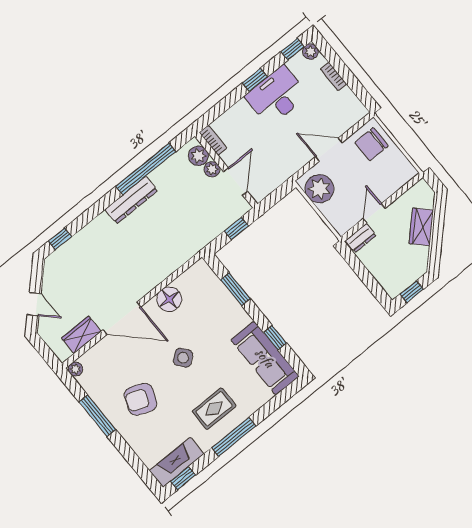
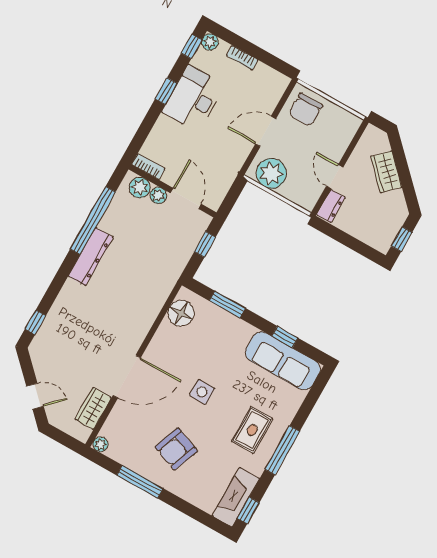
floor lamp: (169, 299) -> (181, 313), moved
side table: (183, 358) -> (202, 392), turned 38

